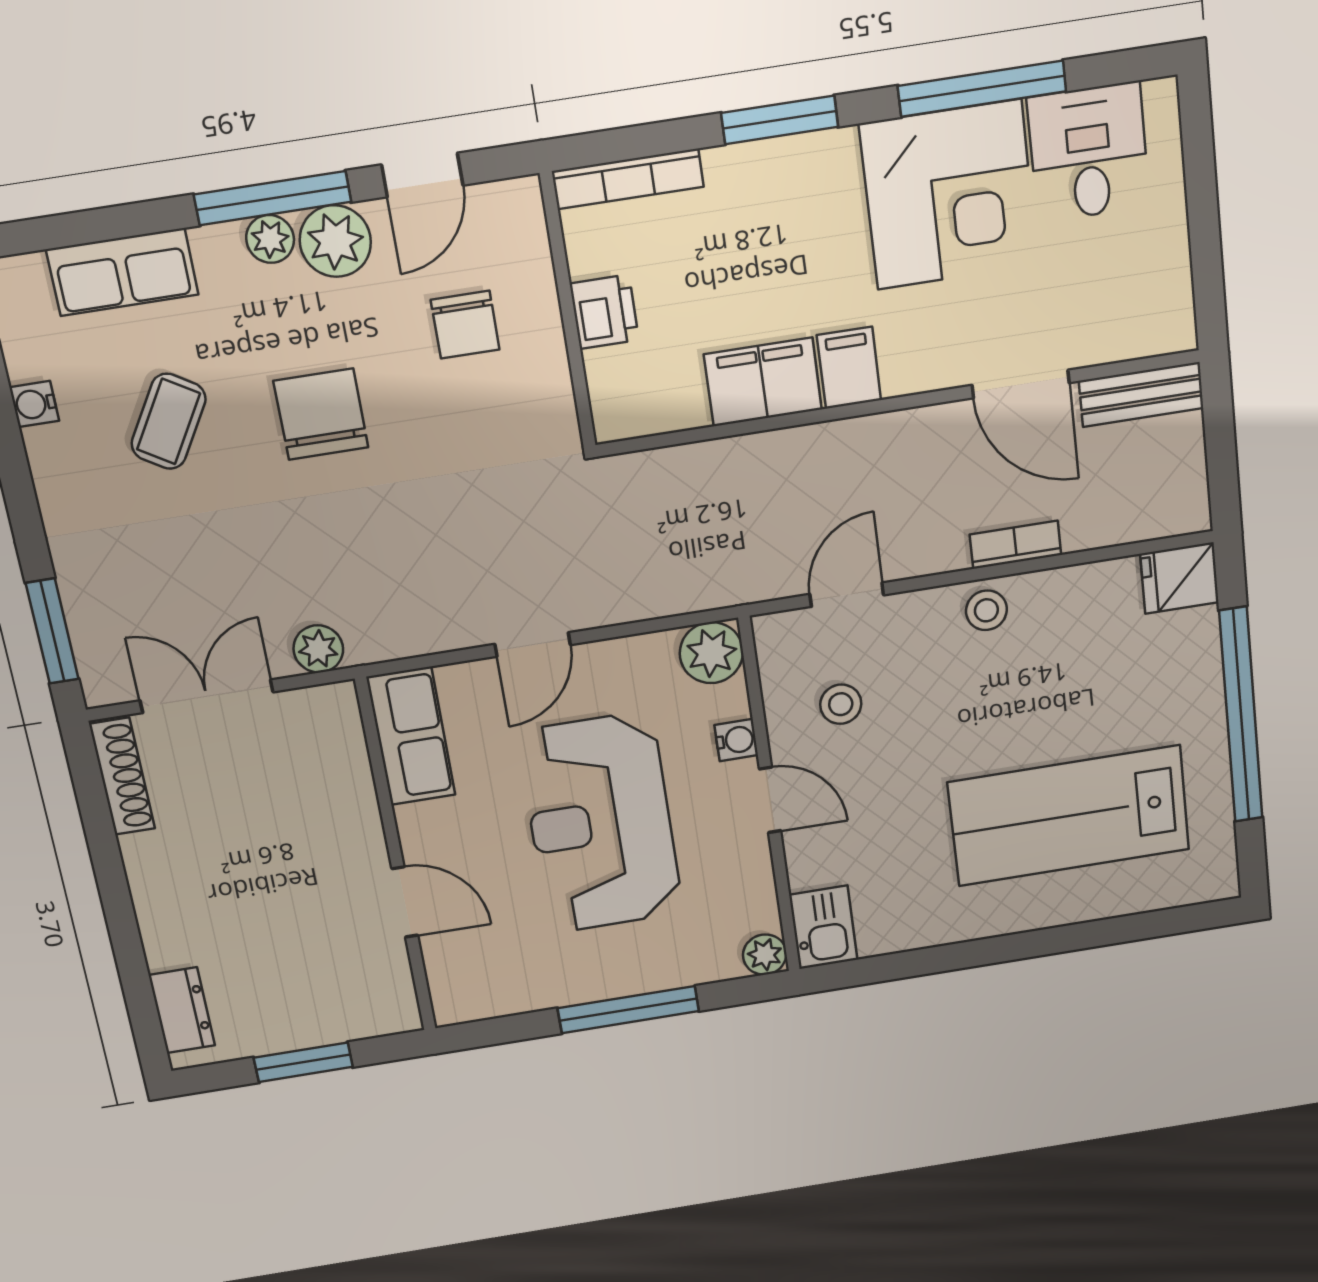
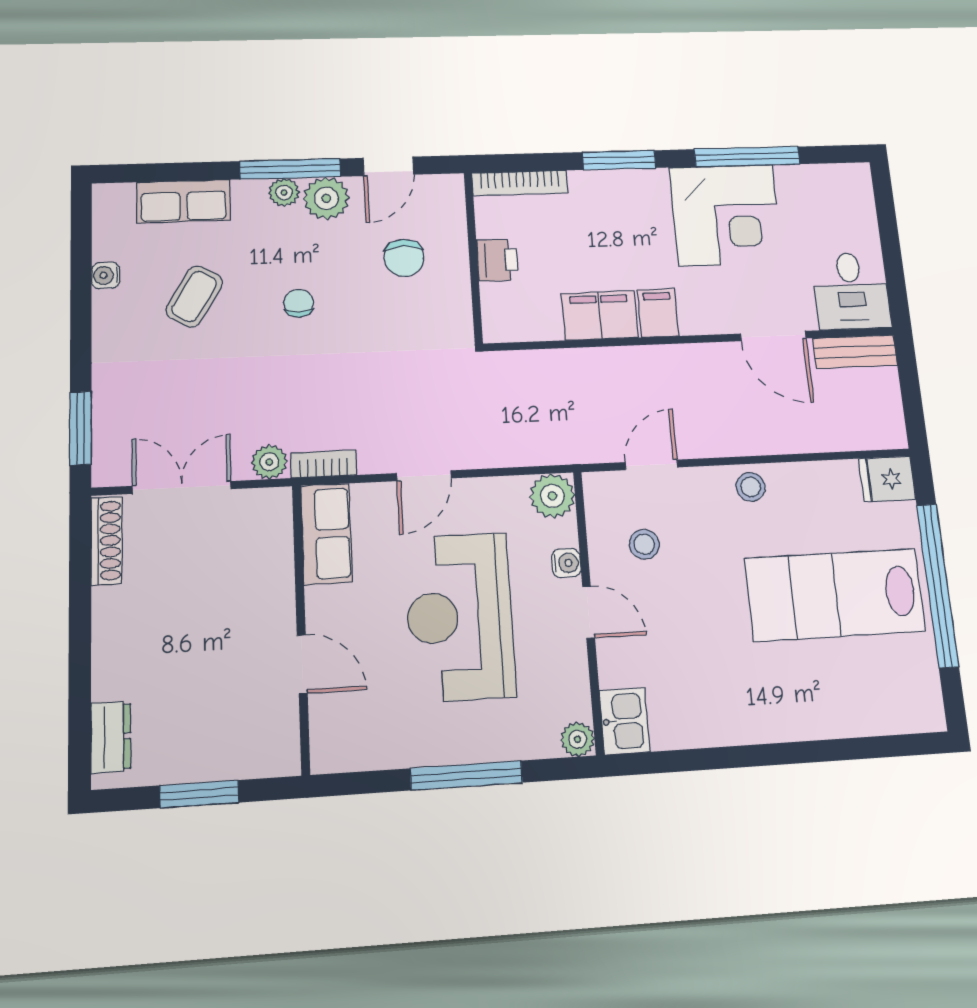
desk: (1089, 152) -> (851, 291), moved, turned 180
chair: (321, 414) -> (299, 303), width x0.54, depth x0.54
bookcase: (1015, 545) -> (324, 464), moved
lab bench: (1069, 816) -> (835, 595), moved

